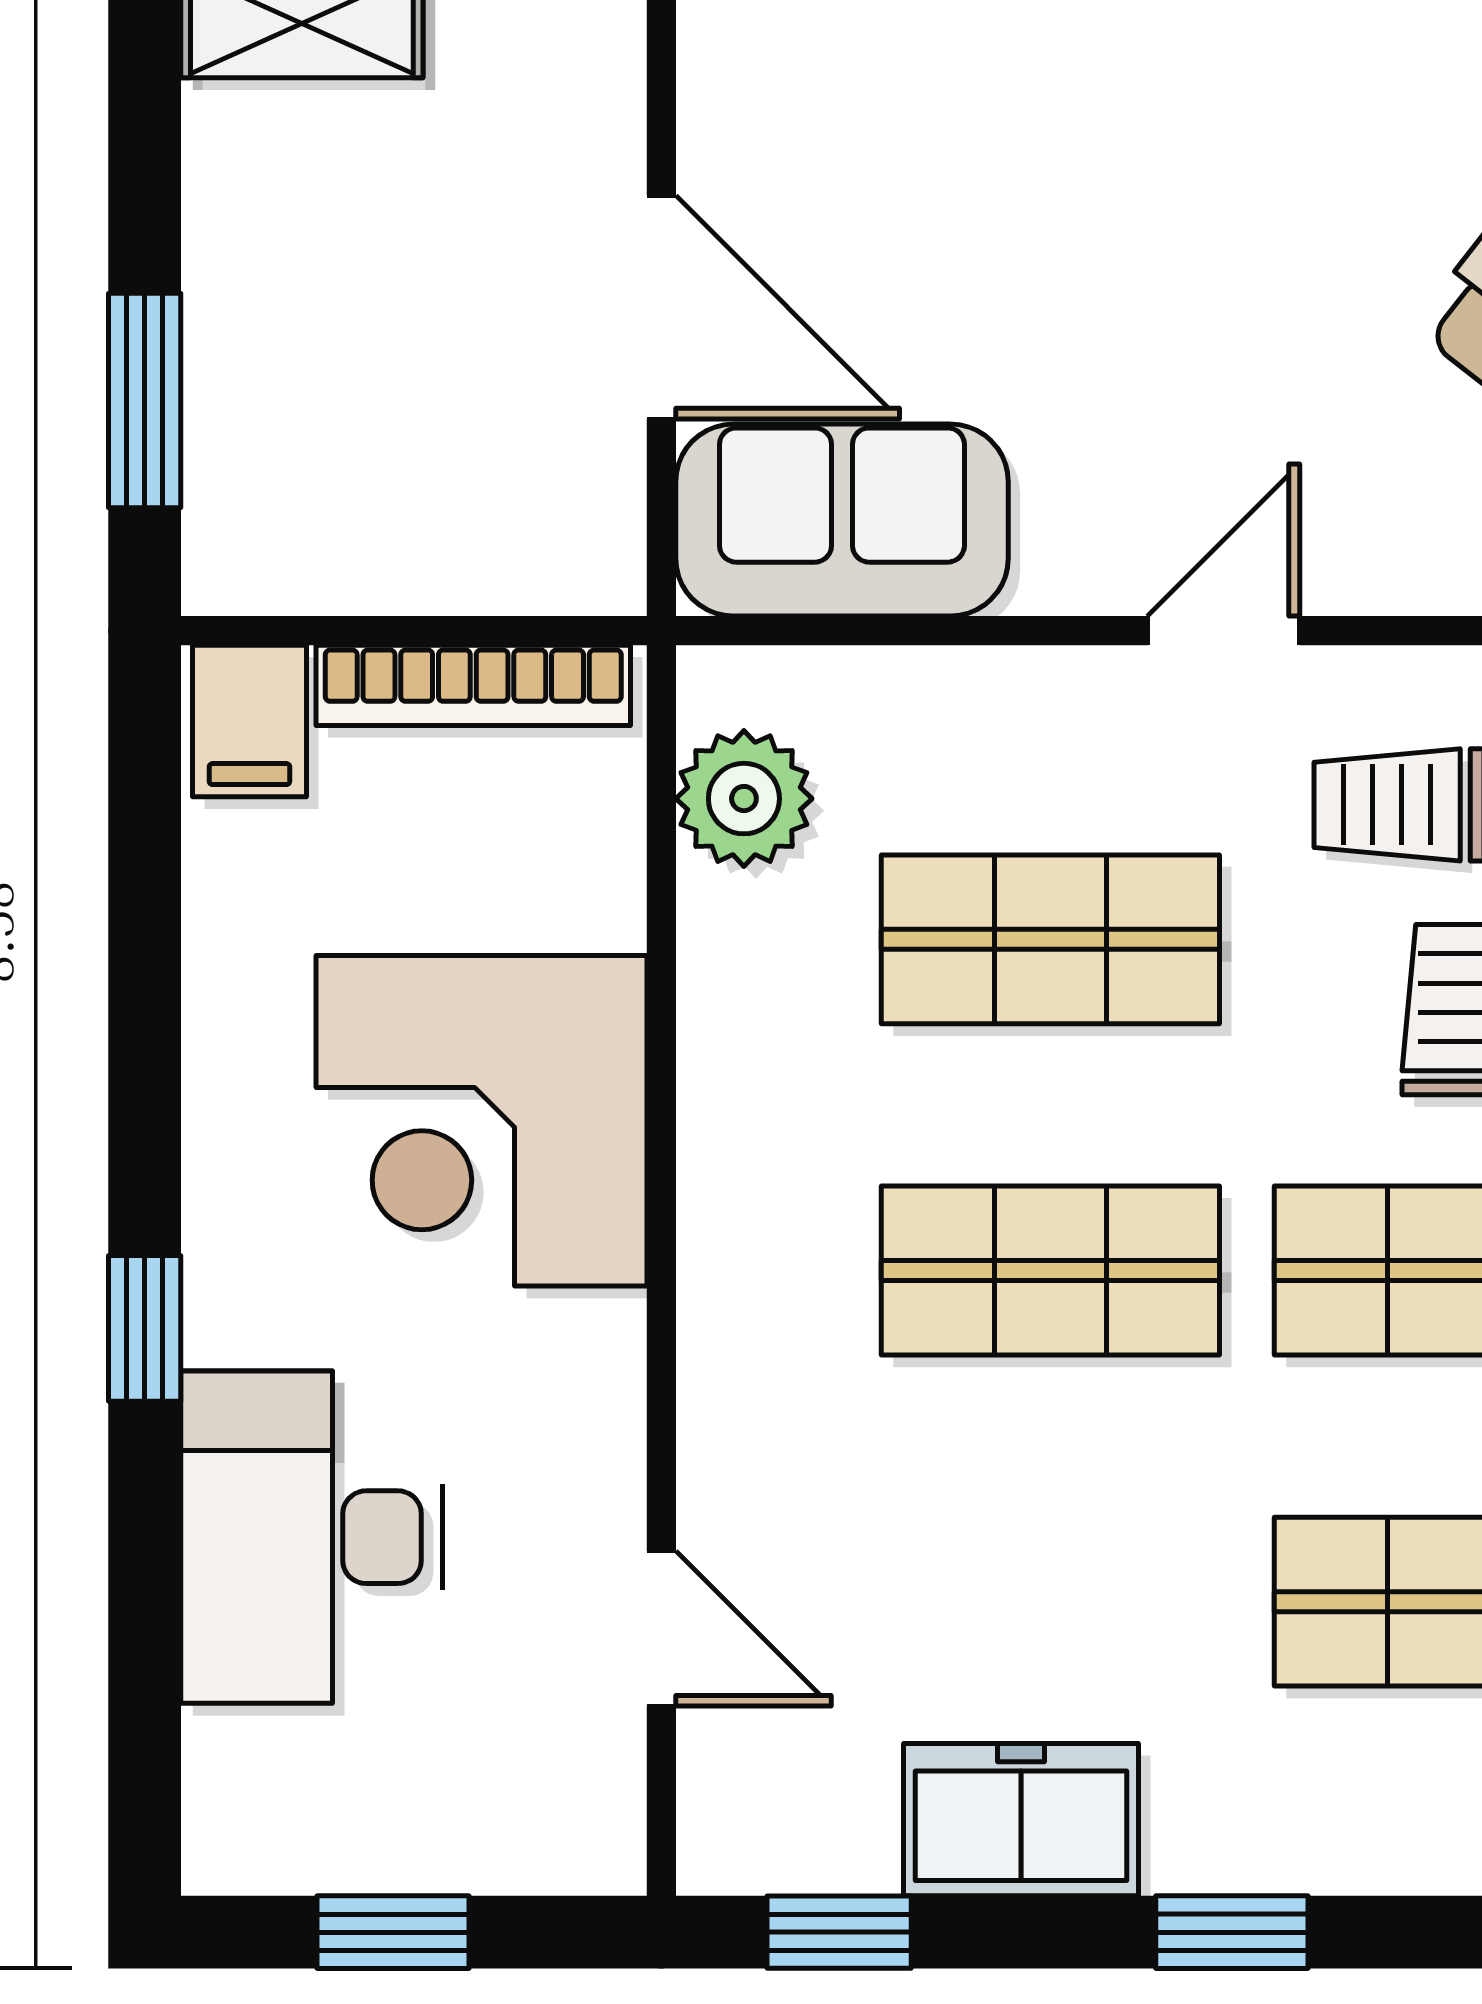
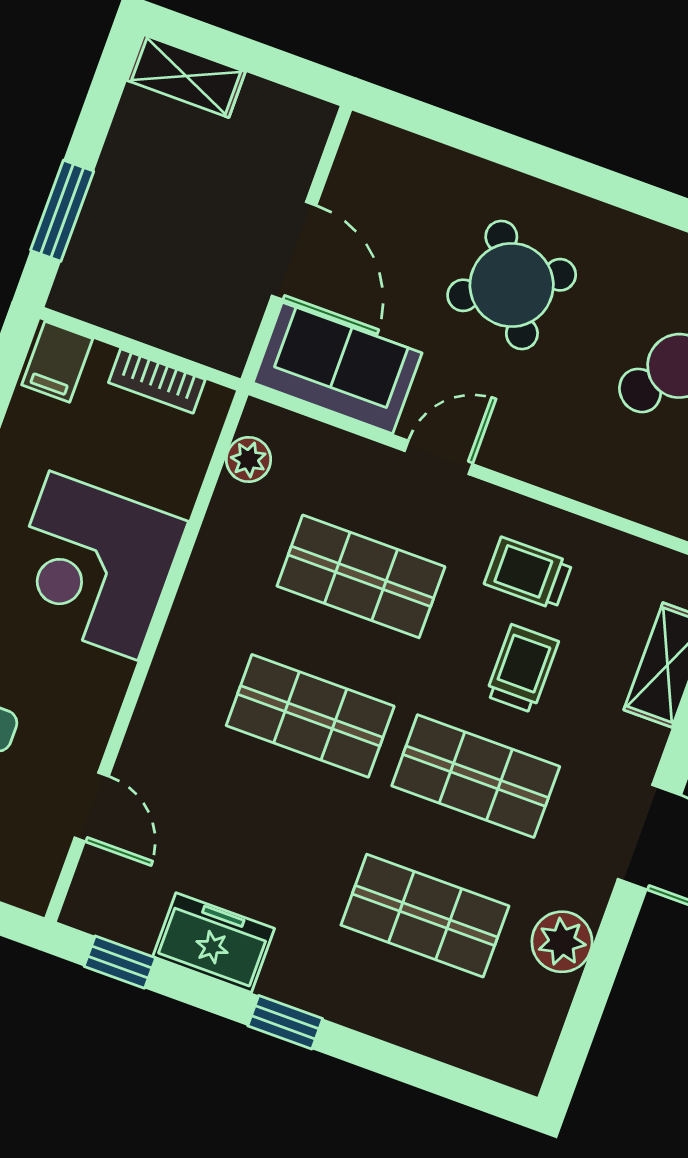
round table: (1144, 213) -> (512, 285), added
door: (1224, 631) -> (439, 457), moved
bookcase: (473, 685) -> (157, 381), width x0.64
plant: (744, 799) -> (249, 460), width x0.73, depth x0.73

